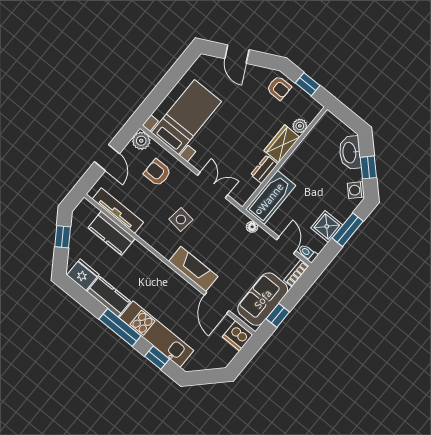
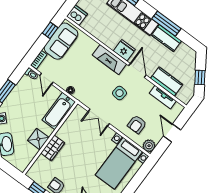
plant: (300, 126) -> (41, 161), removed
dresser: (264, 169) -> (64, 130), removed
armchair: (157, 173) -> (137, 124), turned 90
tv unit: (118, 211) -> (163, 97), width x0.71
shower: (327, 226) -> (38, 139), moved
fridge: (83, 275) -> (124, 50), moved, turned 180
door: (217, 303) -> (137, 70), moved
window: (120, 327) -> (166, 24), moved

